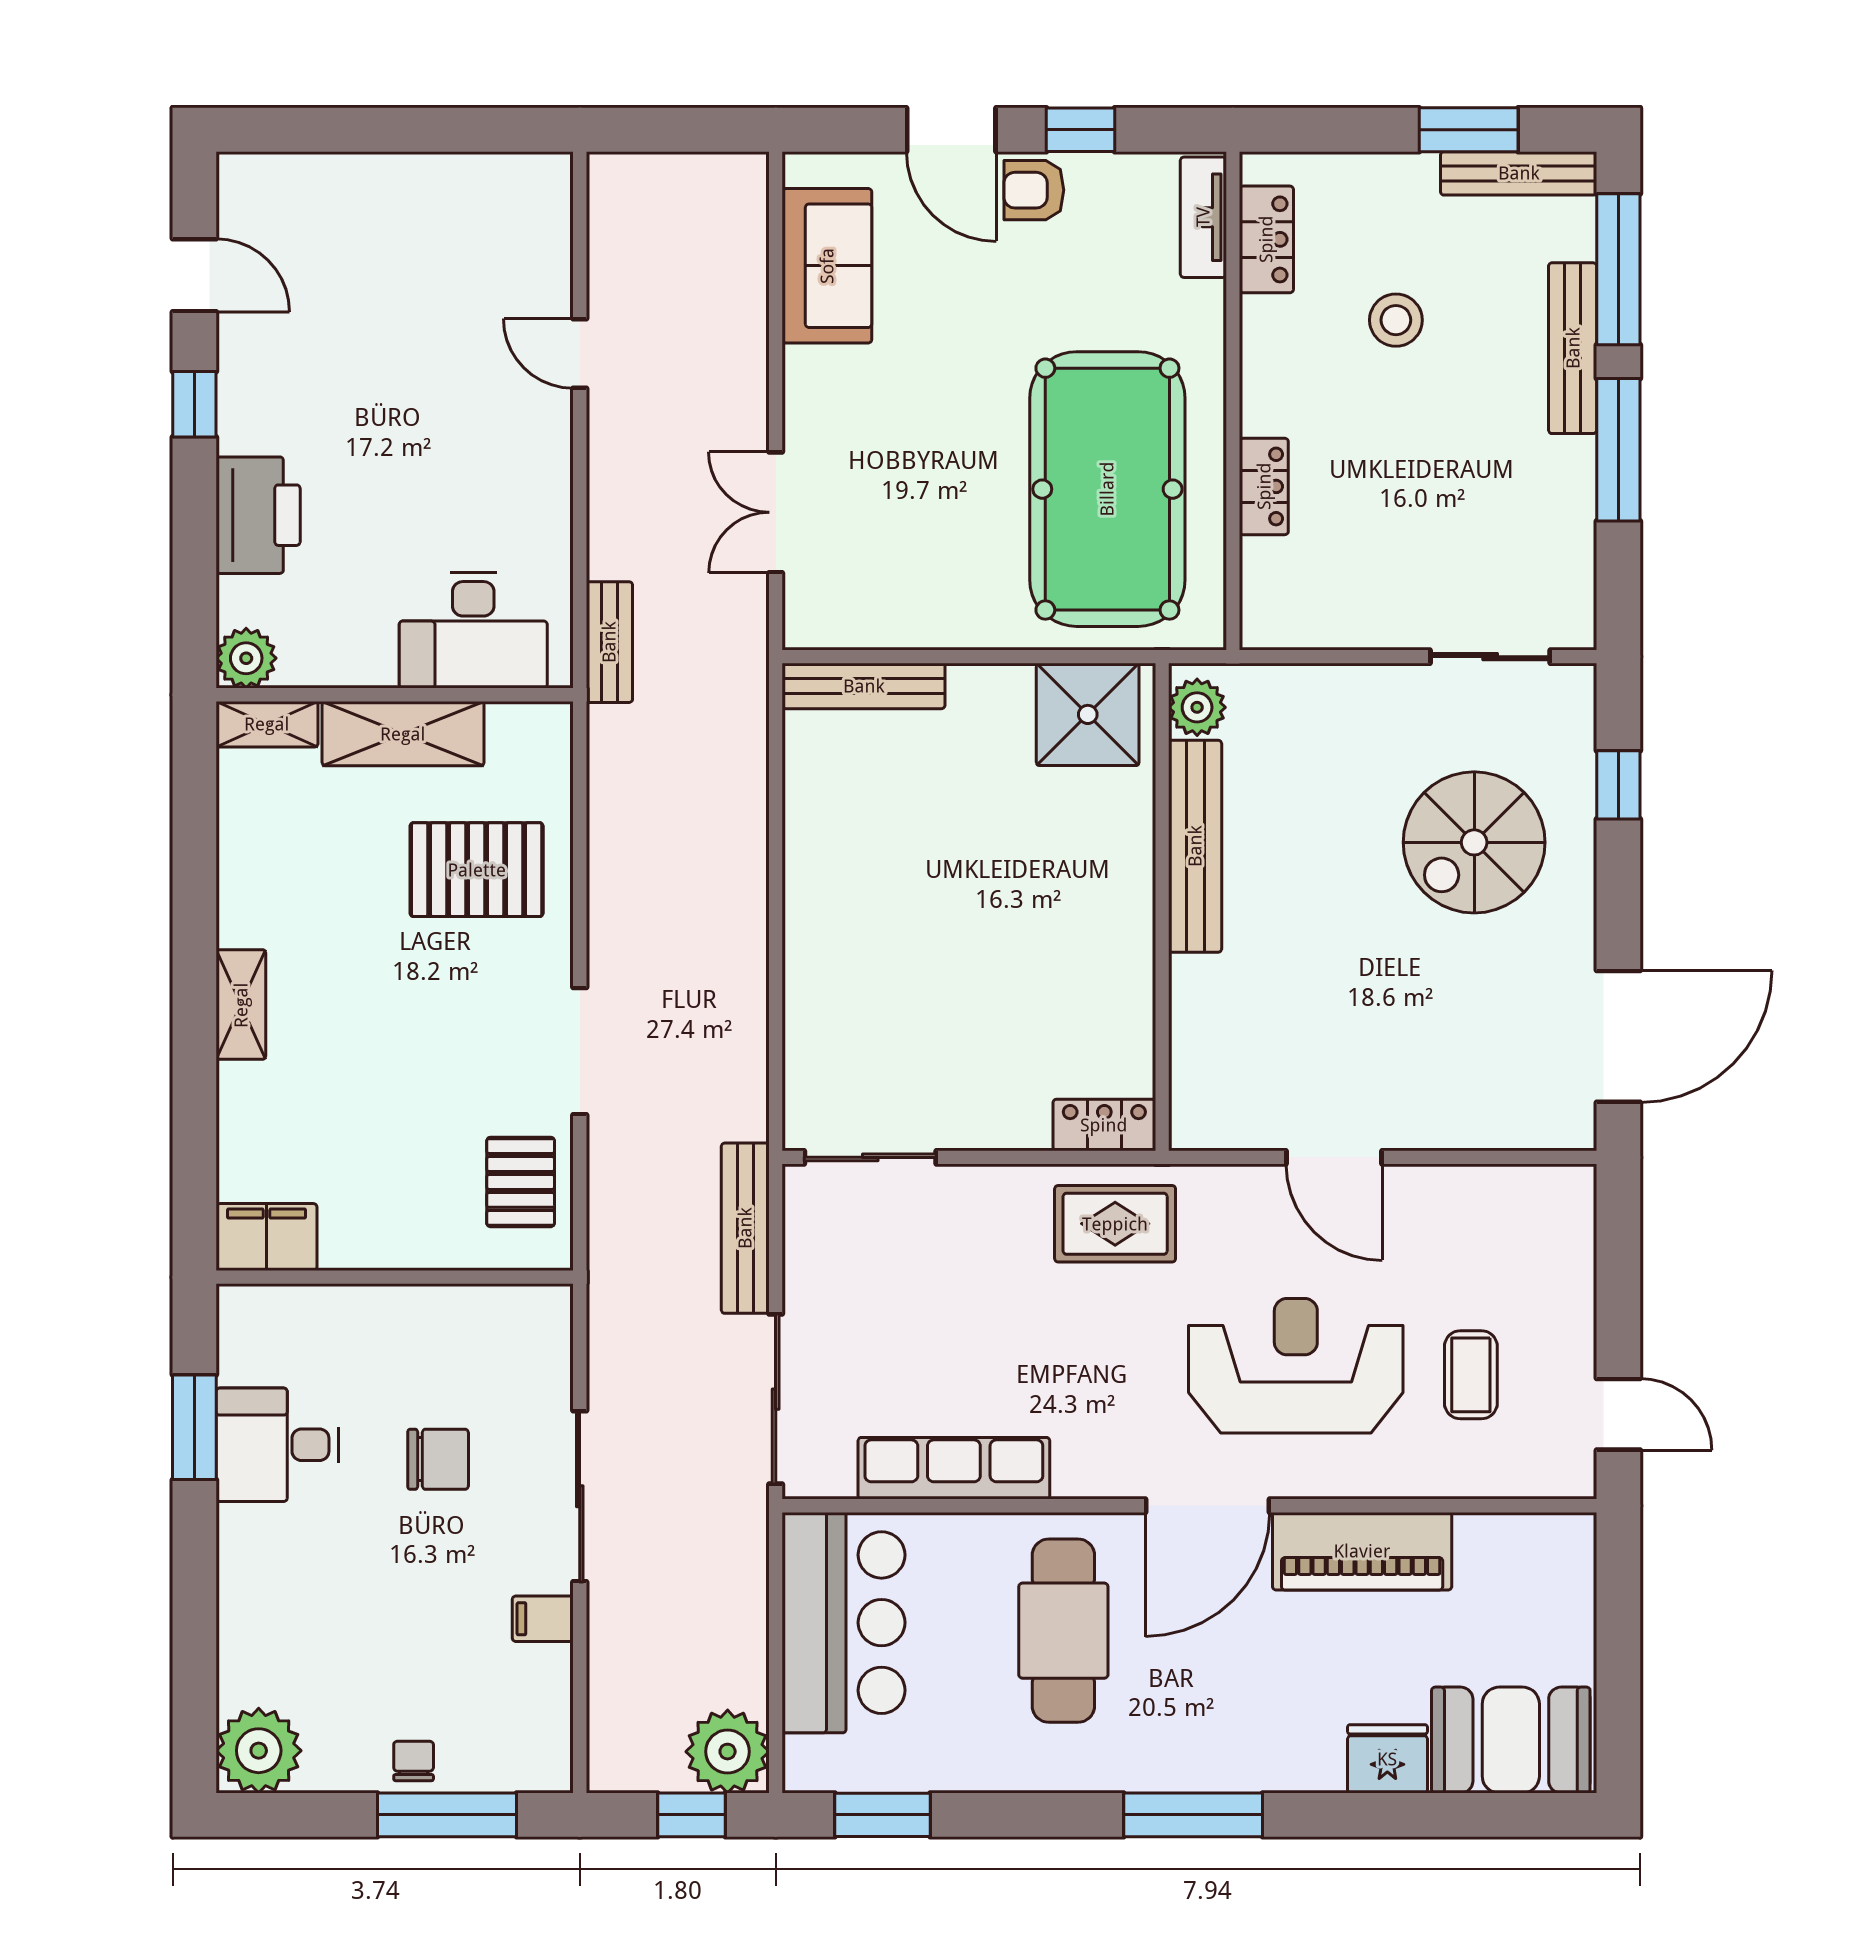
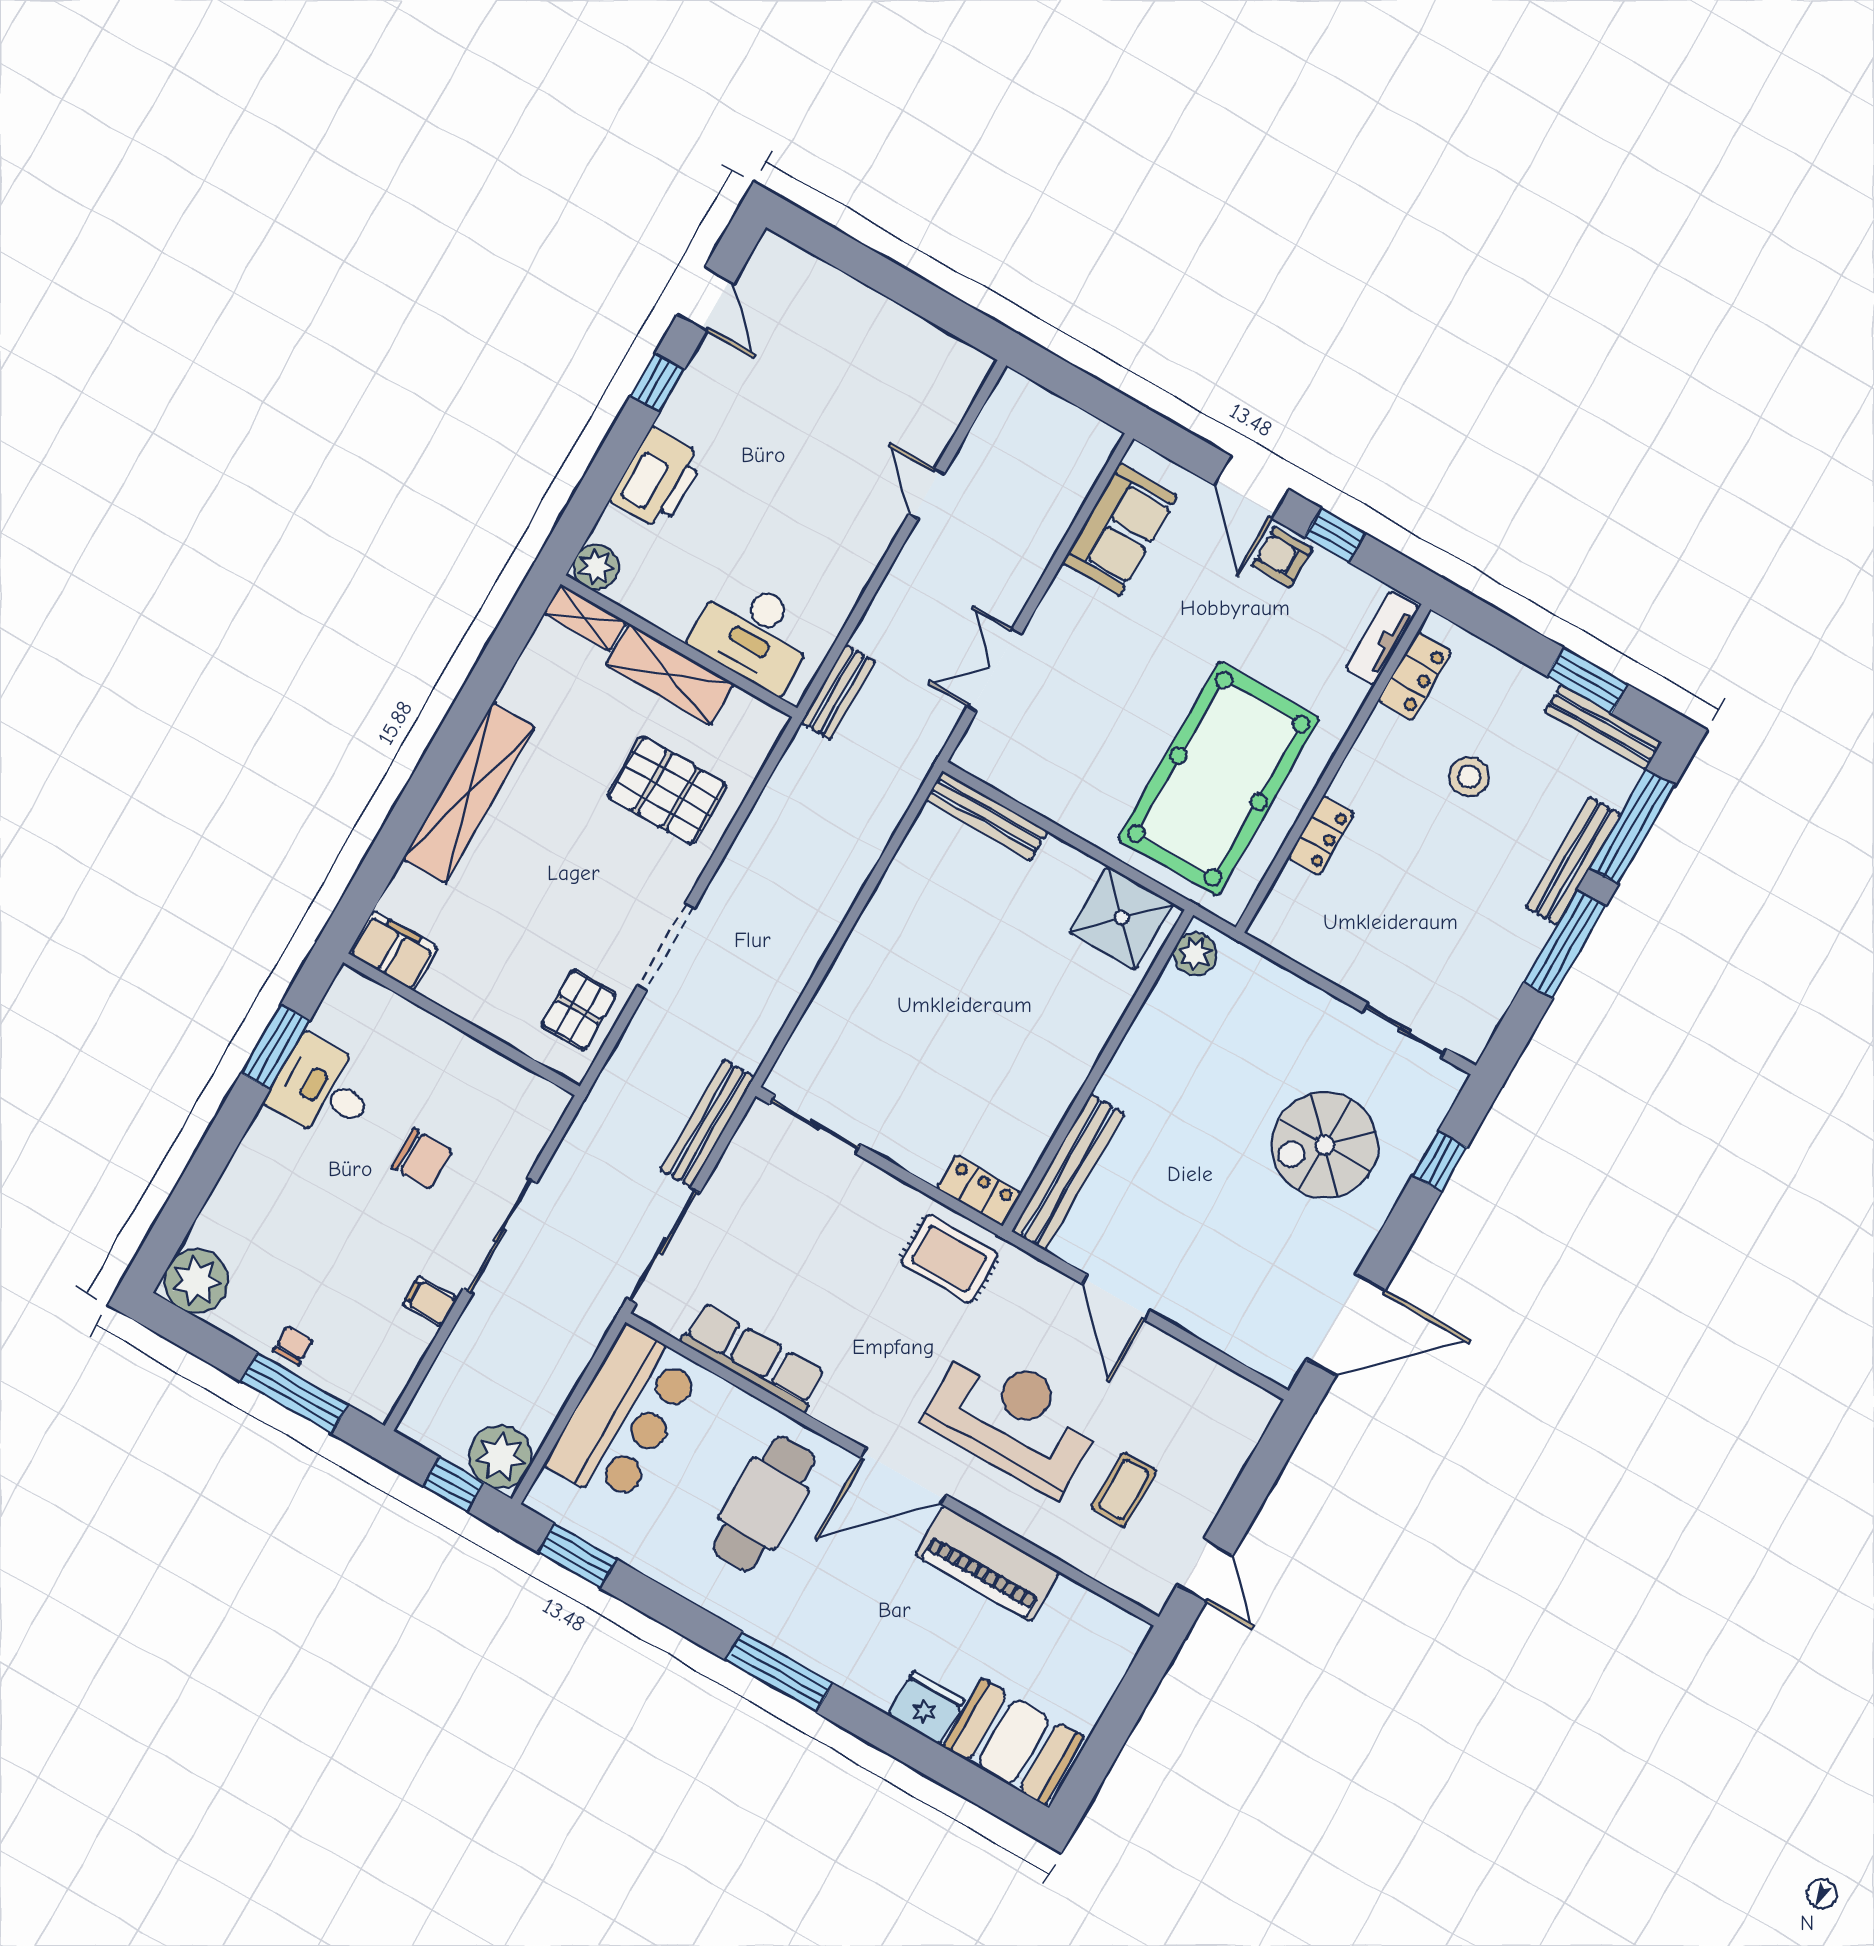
bench: (1195, 846) -> (1068, 1172), moved
shelving: (241, 1005) -> (469, 793), width x2.20, depth x1.33

